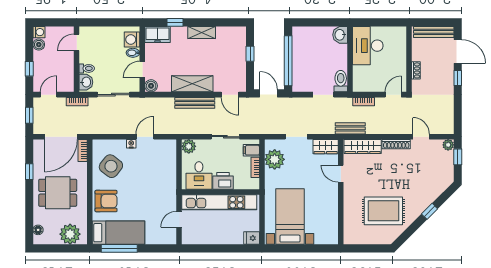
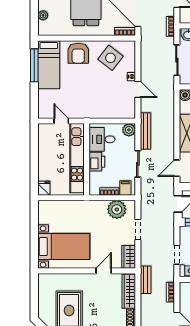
bench: (195, 103) -> (145, 131), moved
bed with nightstands: (290, 217) -> (64, 247), moved
plant: (70, 234) -> (43, 15), width x0.53, depth x0.53

